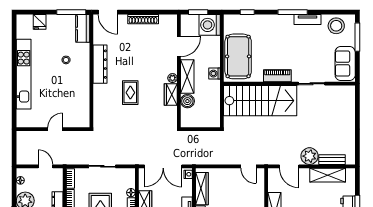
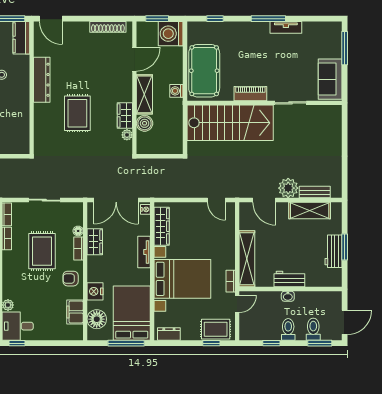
shoe rack: (143, 19) -> (108, 27), moved
stool: (336, 26) -> (320, 35), removed
plant: (172, 78) -> (127, 135), moved
rug: (130, 93) -> (77, 113), width x1.36, depth x1.43

